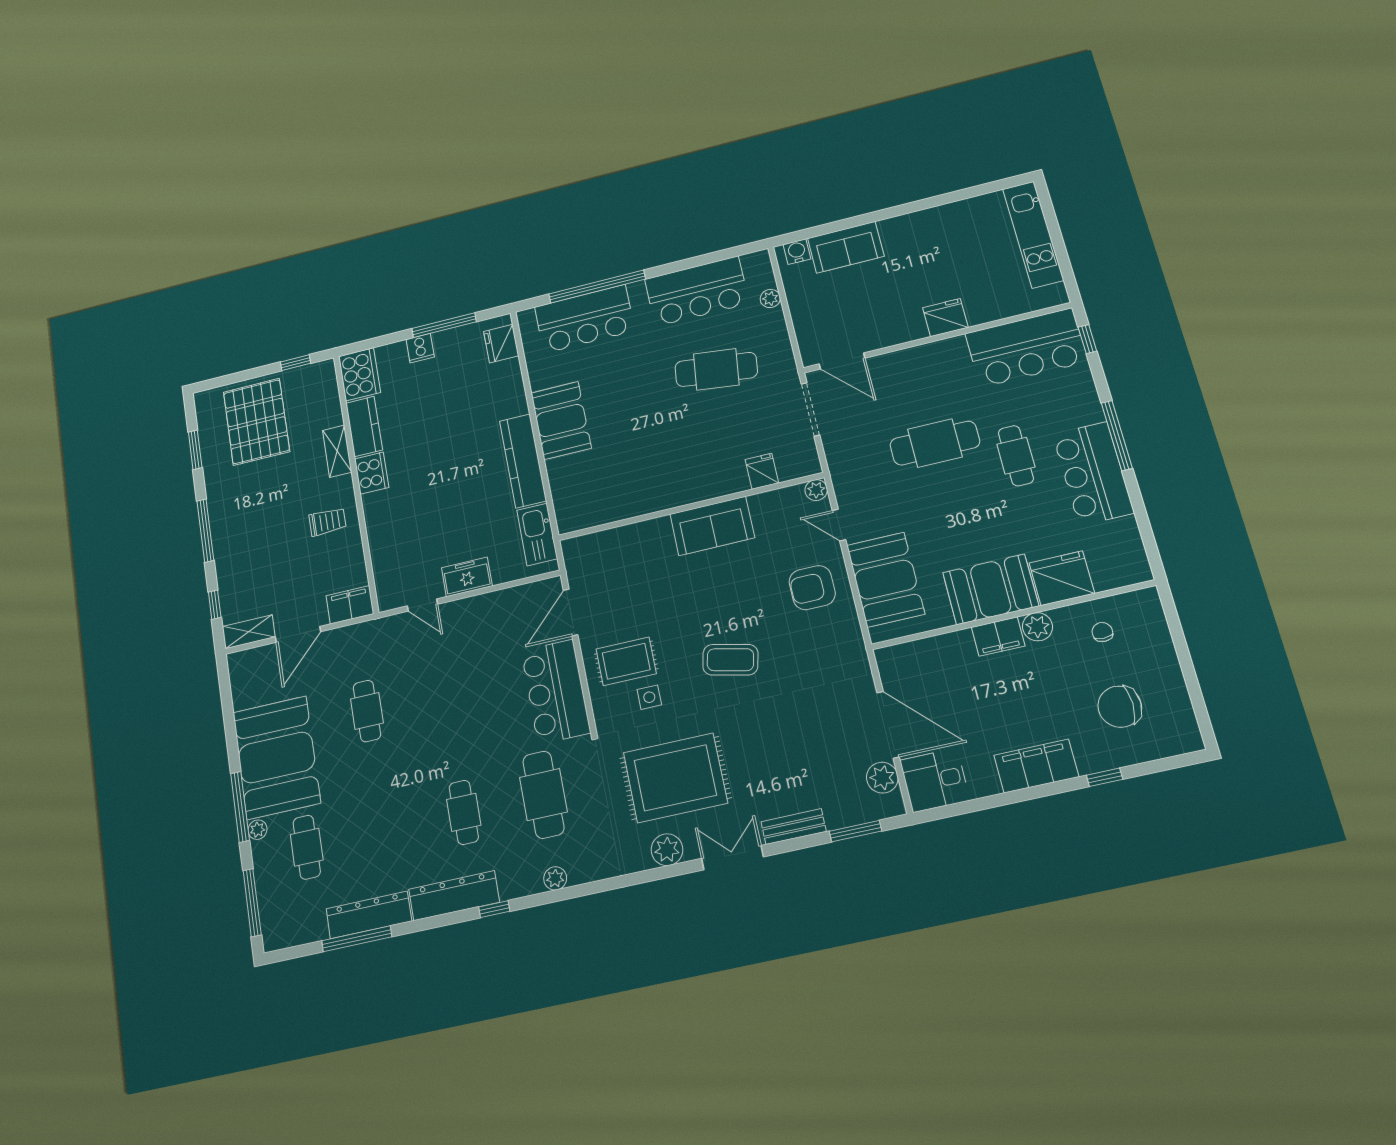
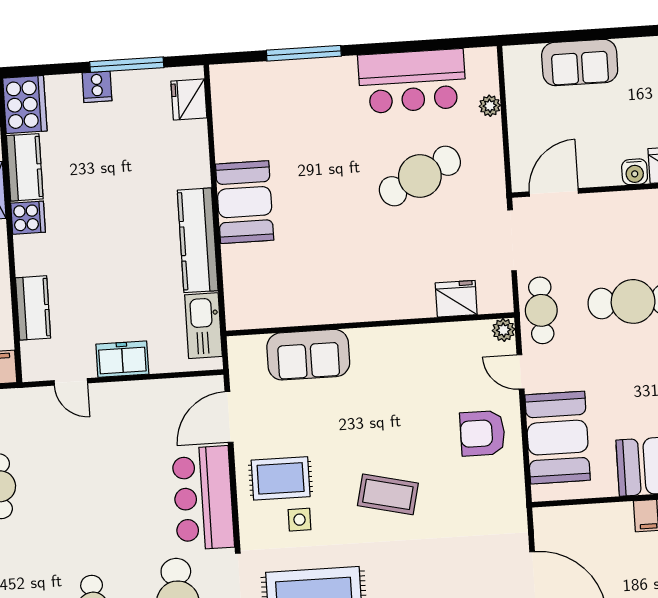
water cooler: (797, 252) -> (635, 172), moved, turned 180
window: (597, 287) -> (304, 53), width x0.68
bar counter: (585, 319) -> (285, 89), removed
door: (842, 361) -> (554, 192), swing flipped
cafe table: (716, 369) -> (420, 176), turned -33
cafe table: (849, 466) -> (541, 310), added
fridge: (762, 471) -> (456, 299), width x1.38
cooker: (372, 473) -> (28, 218), width x0.73
sofa: (712, 526) -> (308, 355), moved
kitchen counter: (382, 545) -> (33, 308), added

